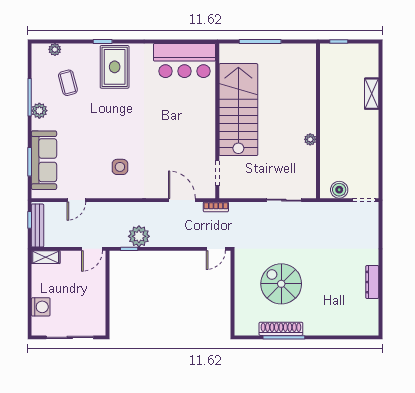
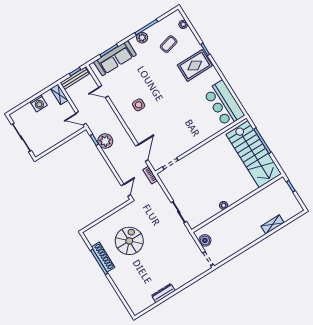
stairs: (238, 110) -> (254, 154), moved, turned 90
door: (216, 249) -> (126, 190), swing flipped
washing machine: (41, 307) -> (39, 103), moved

